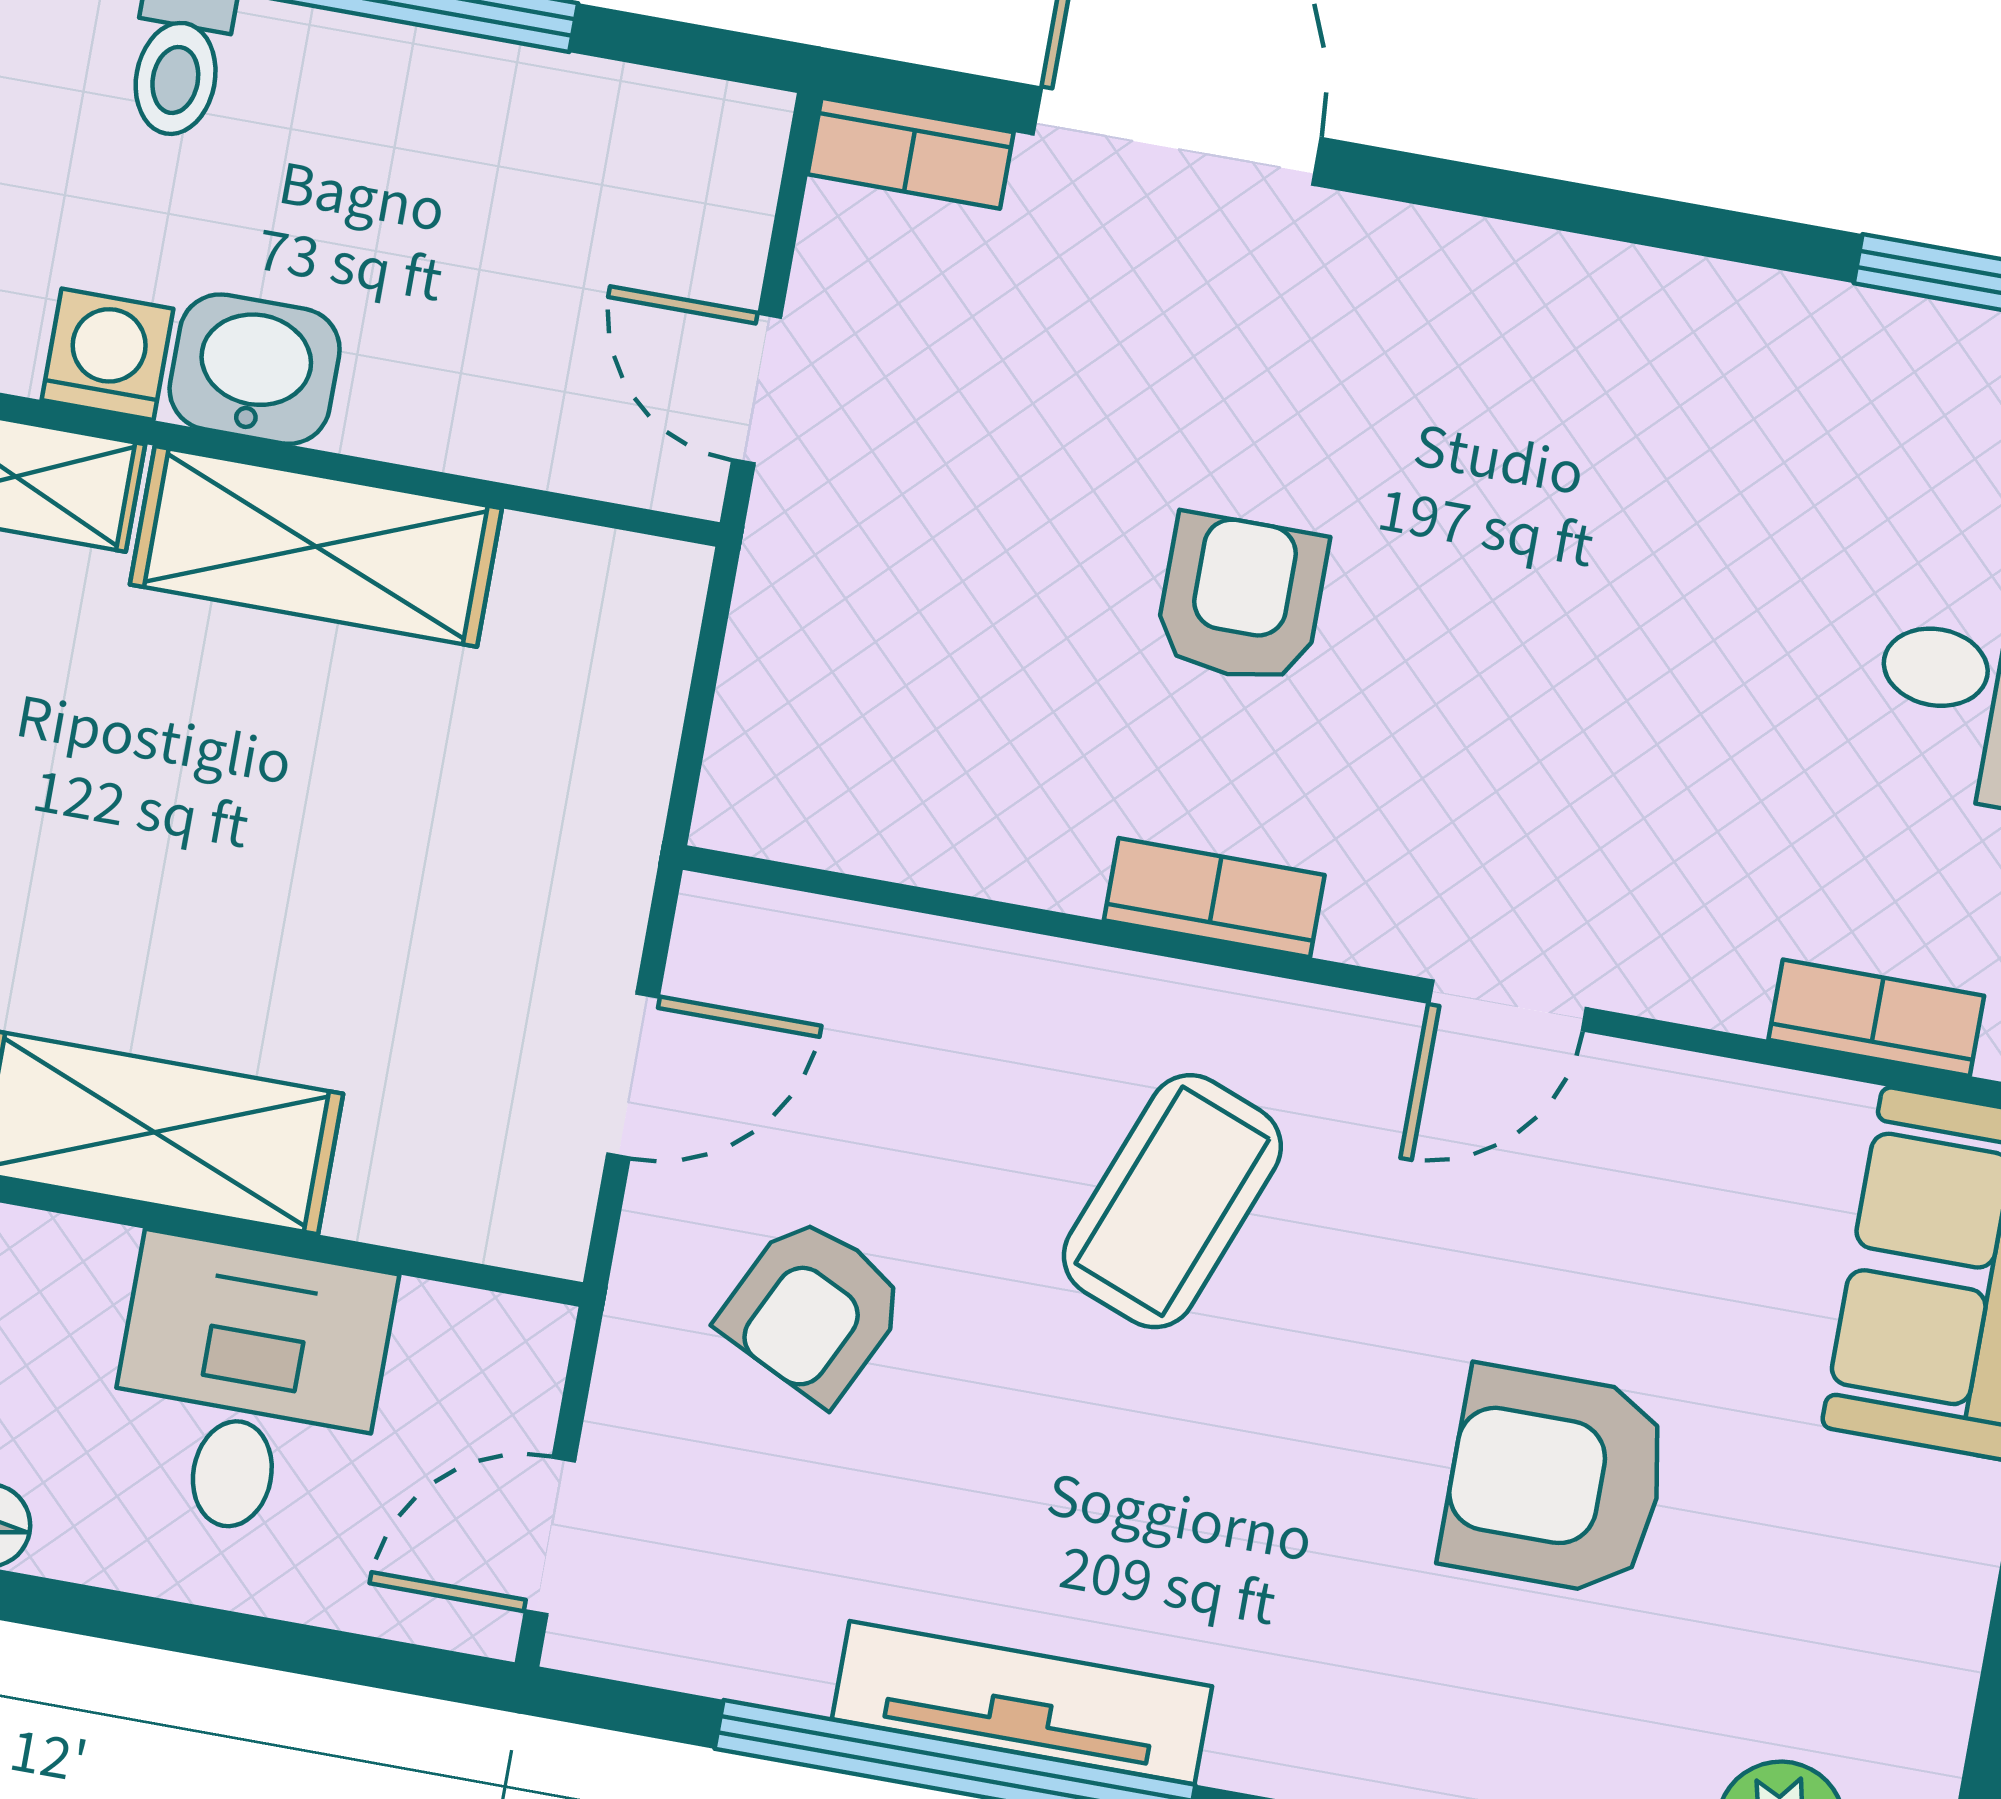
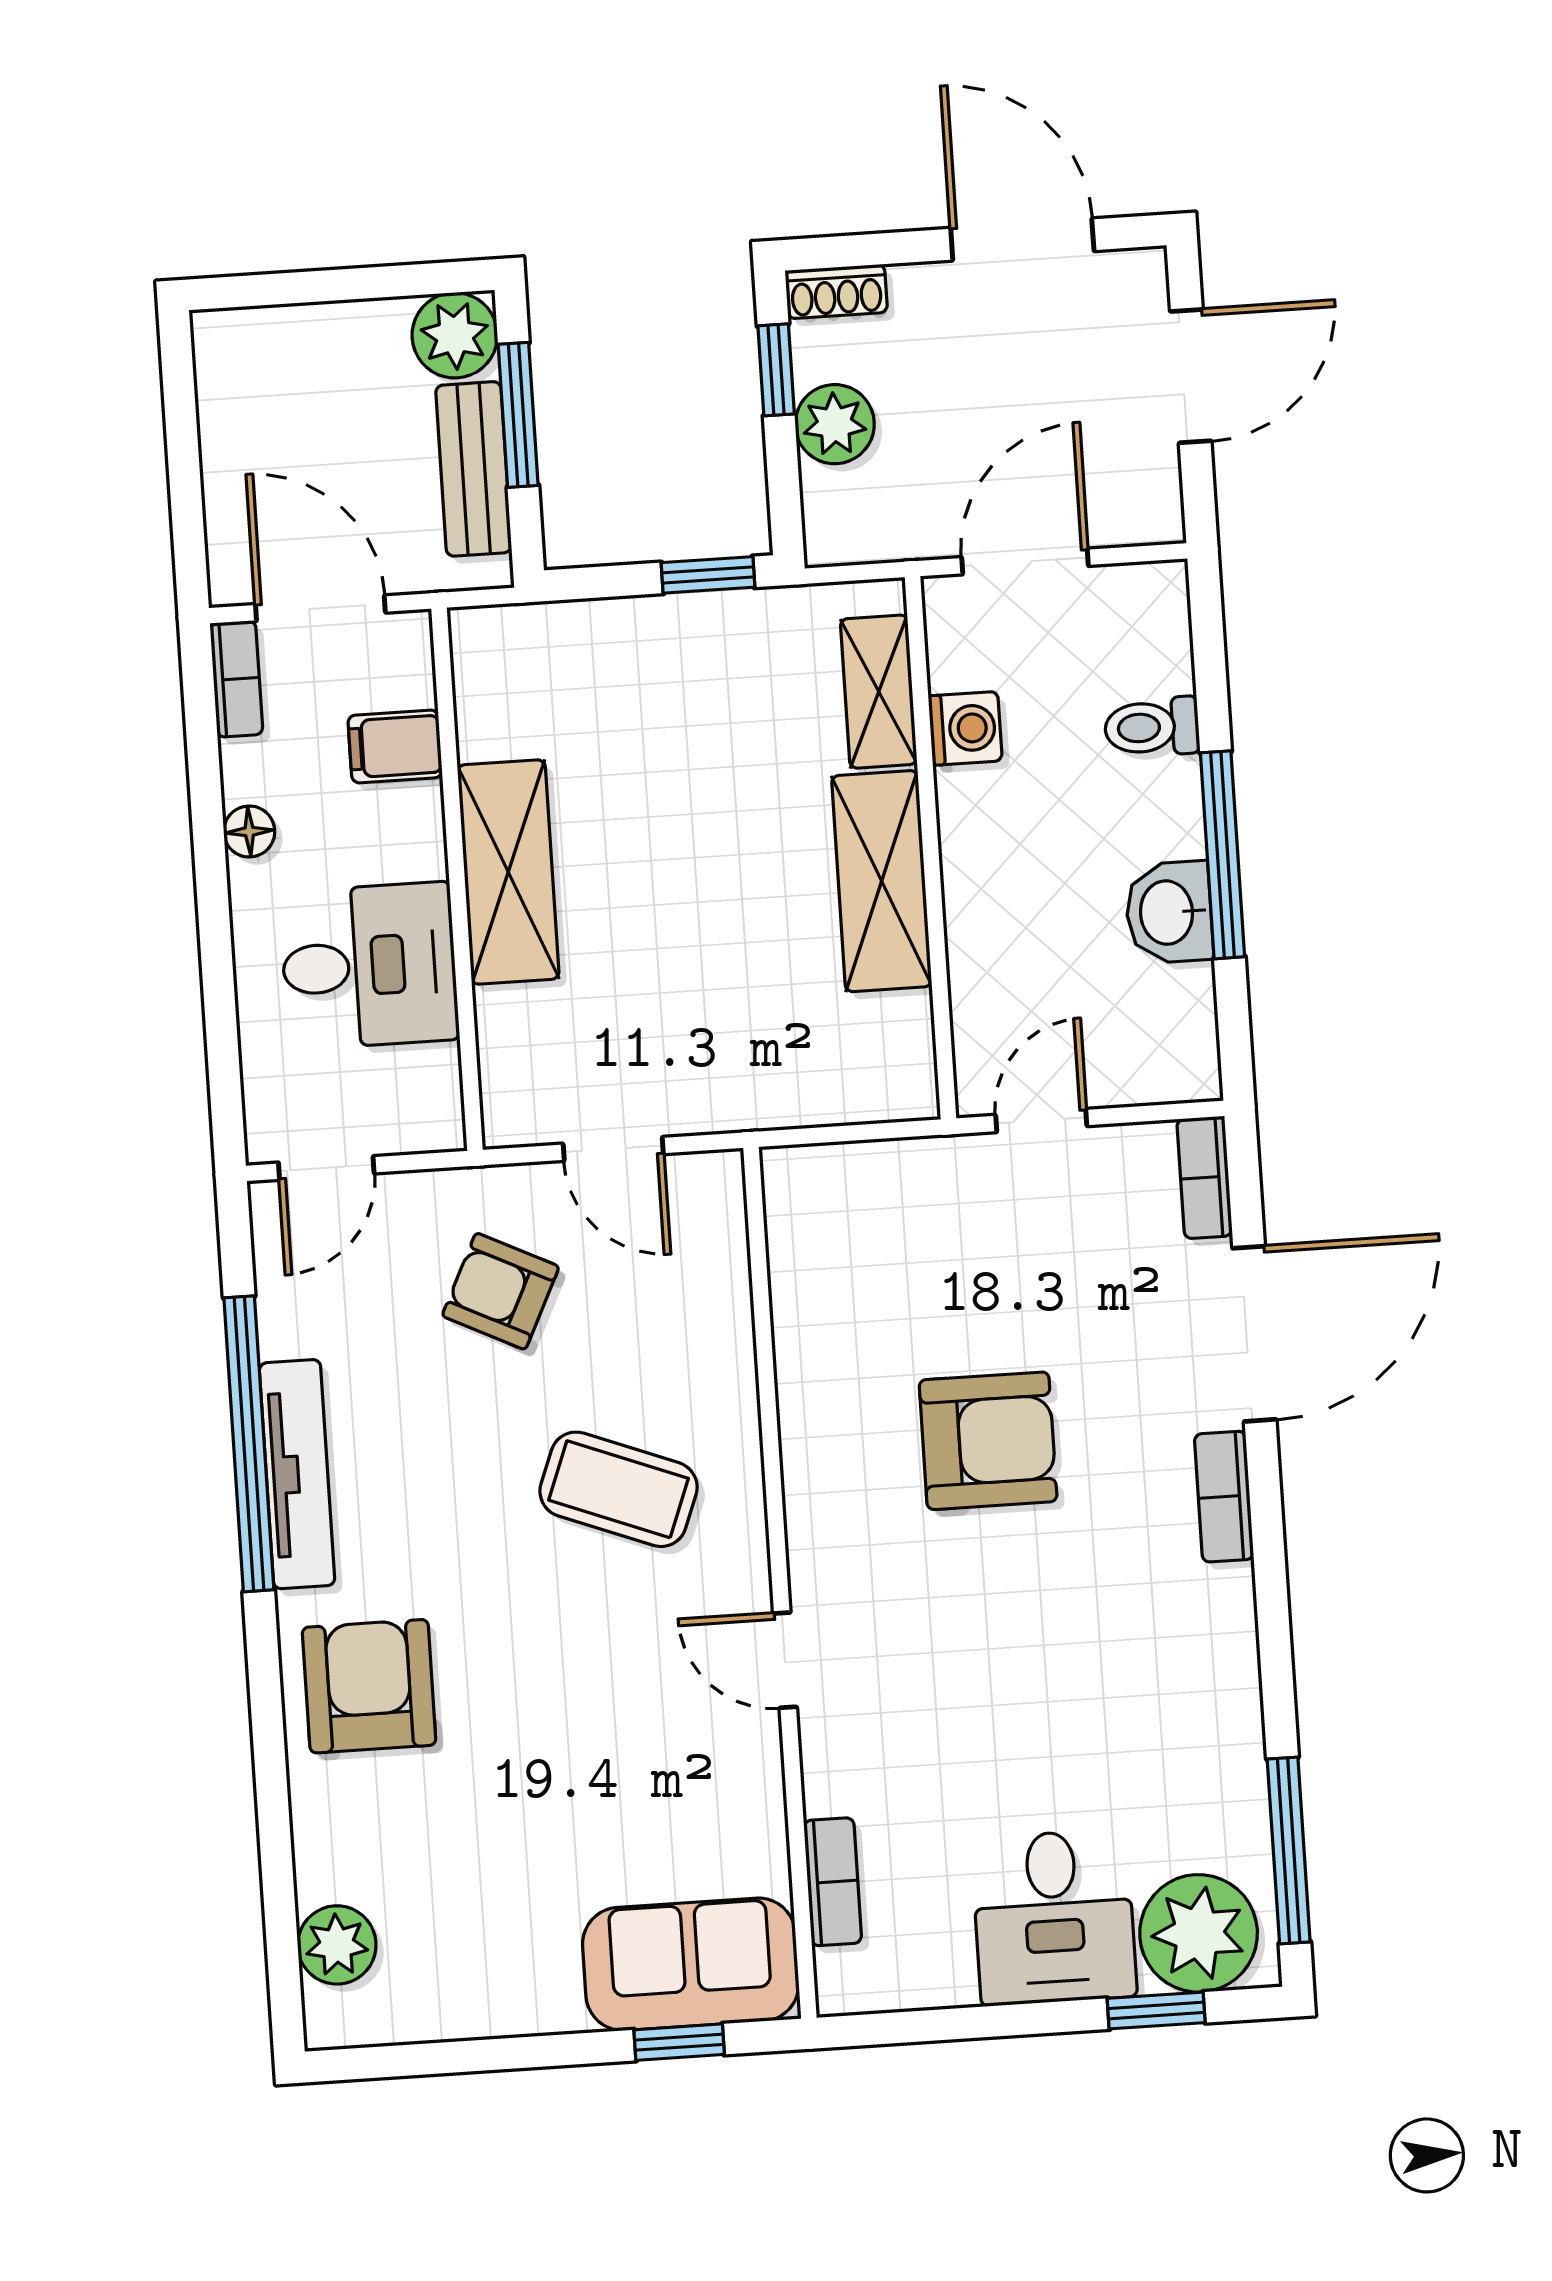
washbasin: (255, 369) -> (1169, 912), moved, turned 180
armchair: (1241, 599) -> (988, 1441), width x1.38, depth x1.38
bookcase: (1214, 898) -> (1224, 1497), moved, turned 180
armchair: (1555, 1481) -> (369, 1686), moved
door: (550, 1536) -> (326, 1168), swing flipped

